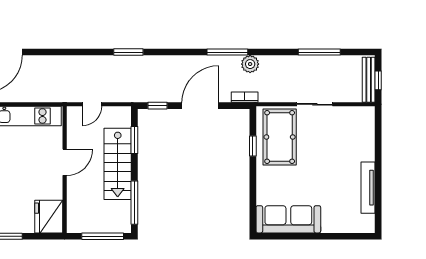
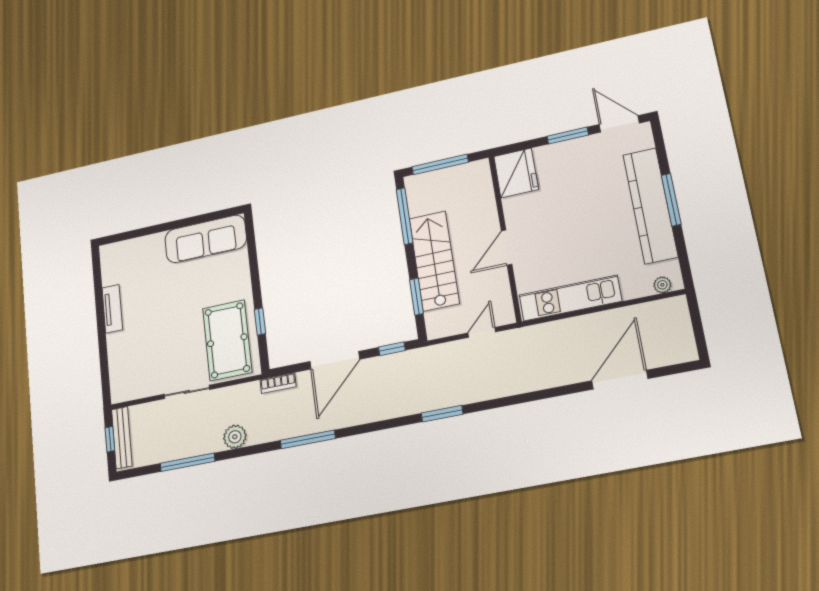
plant: (250, 64) -> (235, 437), moved
tv unit: (368, 188) -> (112, 309), width x0.71

